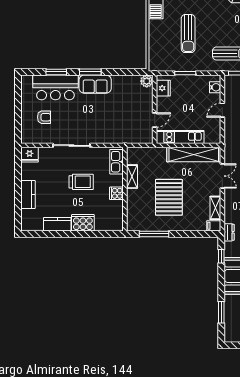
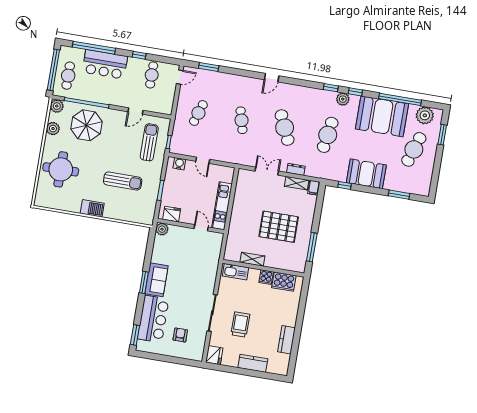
window: (56, 72) -> (135, 335), moved
shelving: (194, 155) -> (241, 195), removed
trolley: (81, 182) -> (240, 324), moved
cooker: (83, 223) -> (284, 282), moved, turned -90
dresser: (229, 232) -> (296, 169), moved

